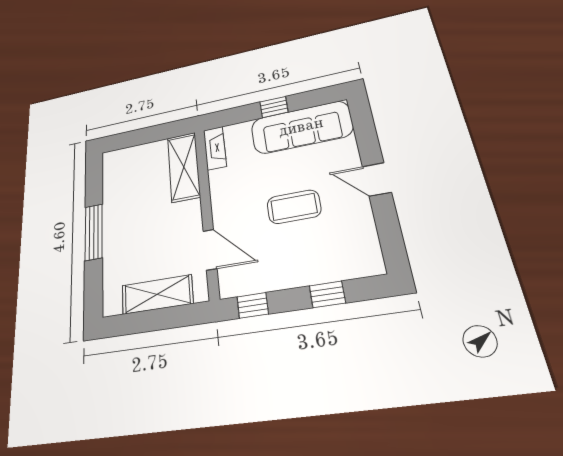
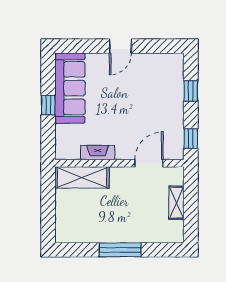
fireplace: (215, 148) -> (98, 153), moved
coffee table: (294, 207) -> (129, 102), removed
shelving: (157, 294) -> (176, 203), width x0.67, depth x0.75

